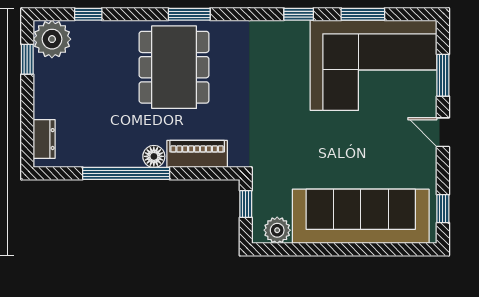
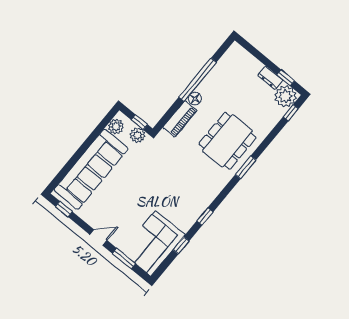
window: (88, 14) -> (291, 113), moved
window: (363, 14) -> (181, 245), width x0.67
corner sofa: (374, 65) -> (153, 243), width x0.73, depth x0.74
dining table: (174, 67) -> (227, 141), turned 90
dresser: (44, 139) -> (270, 78), moved
plant: (265, 192) -> (138, 135), added

